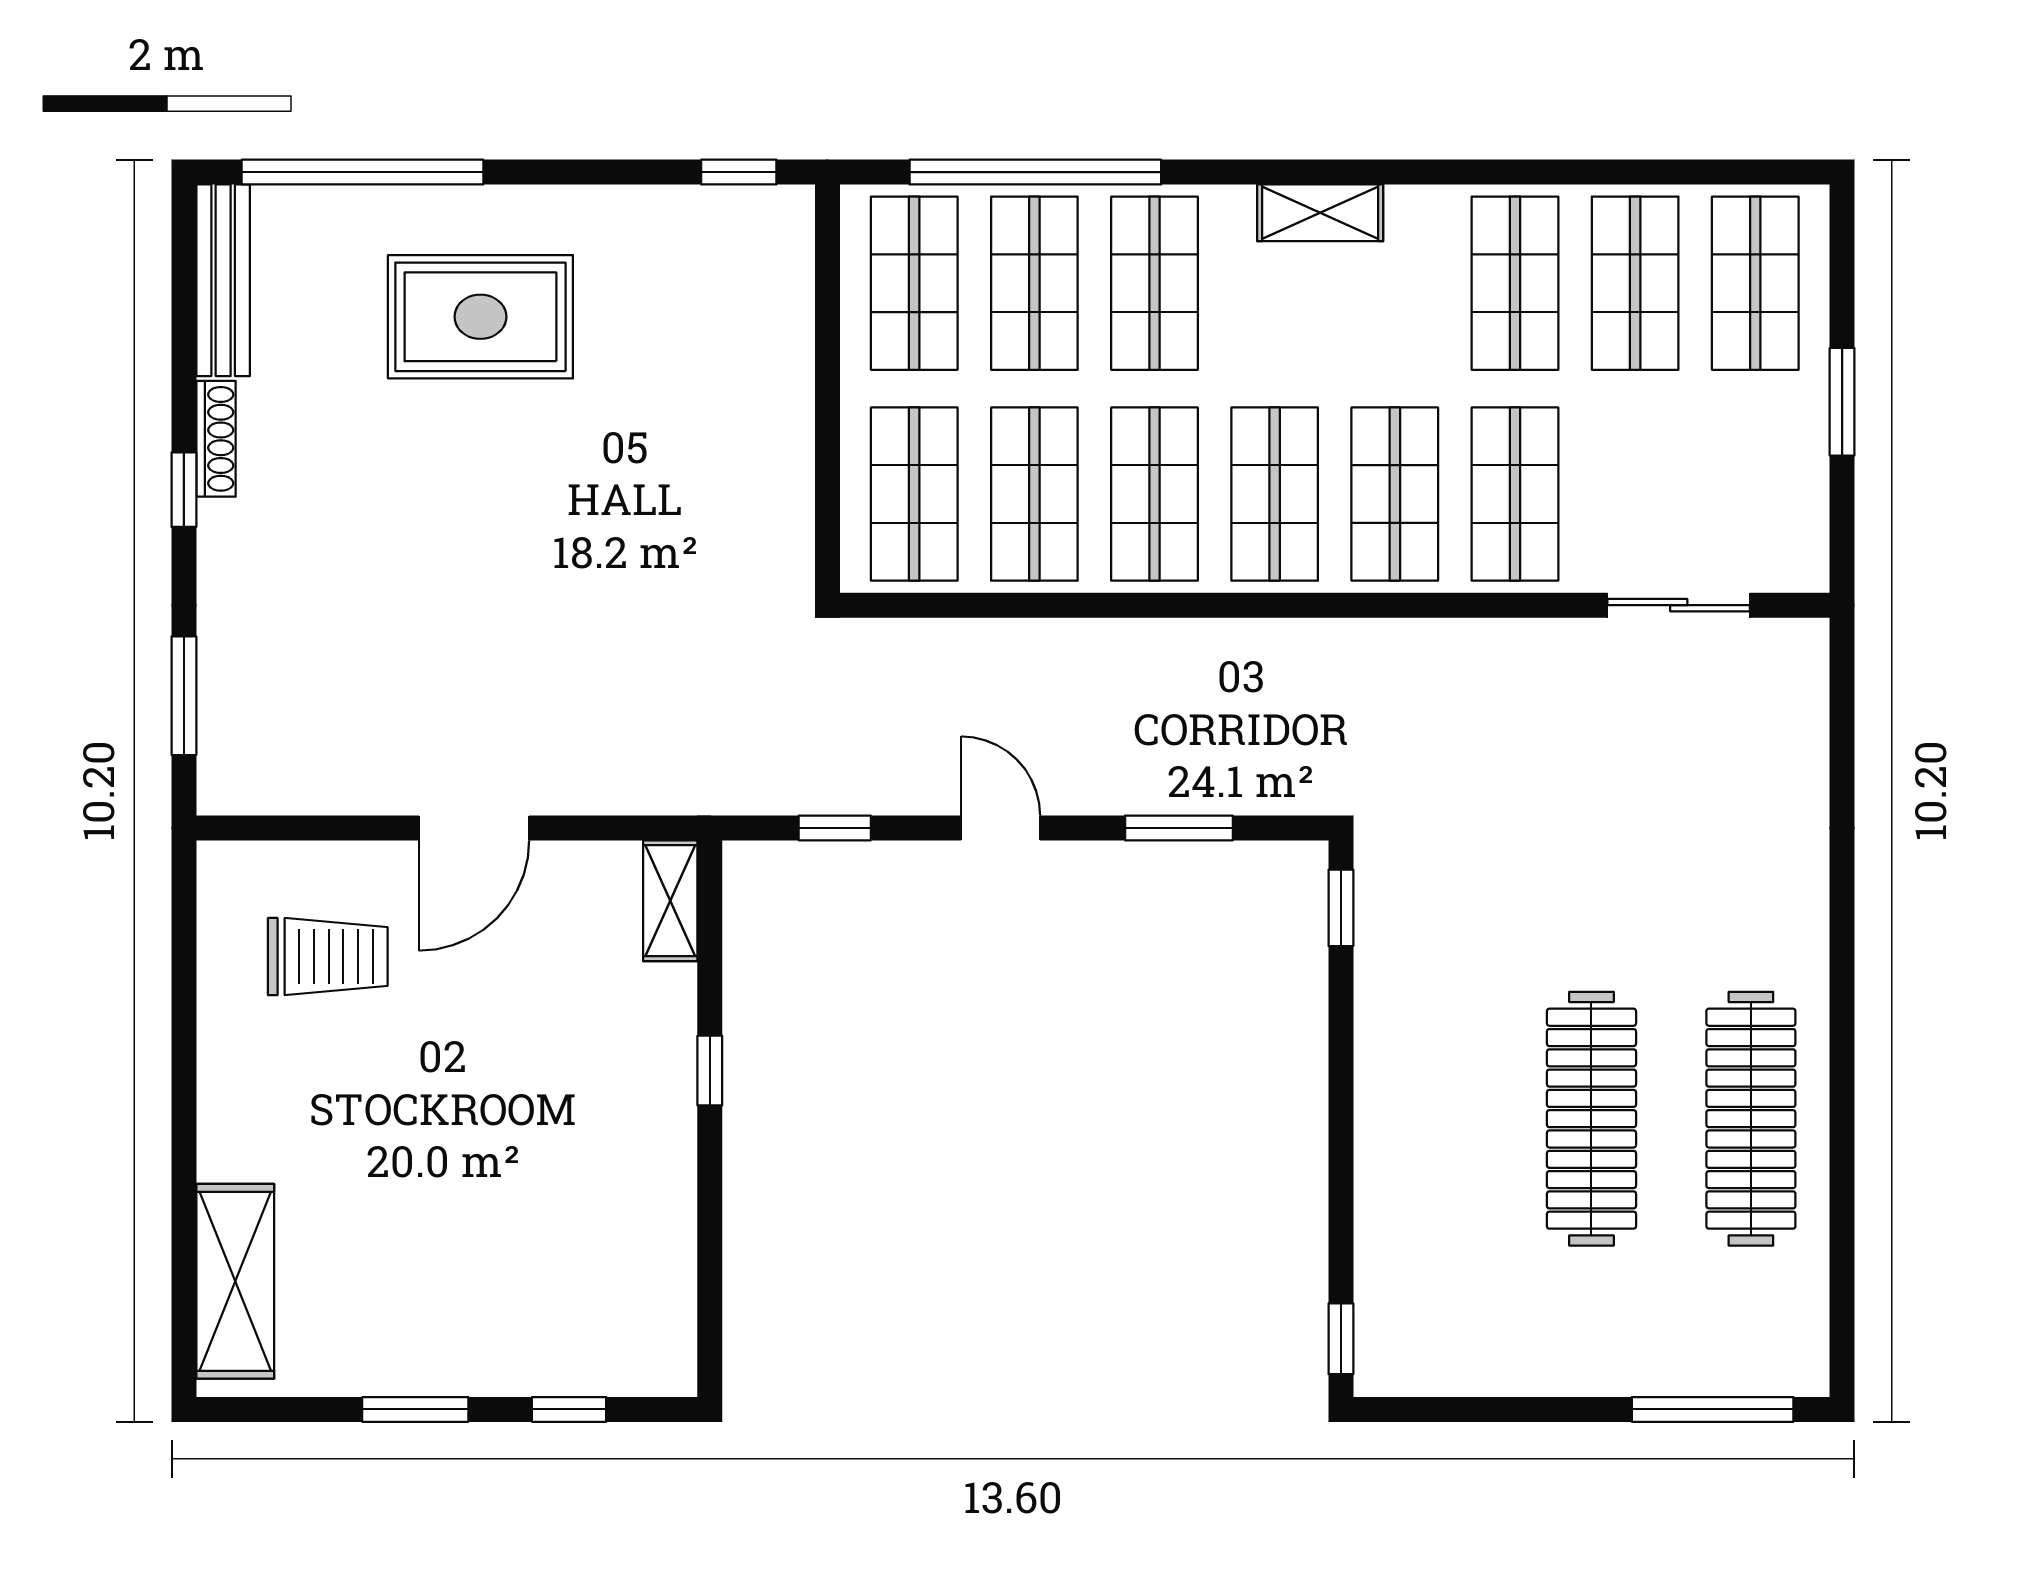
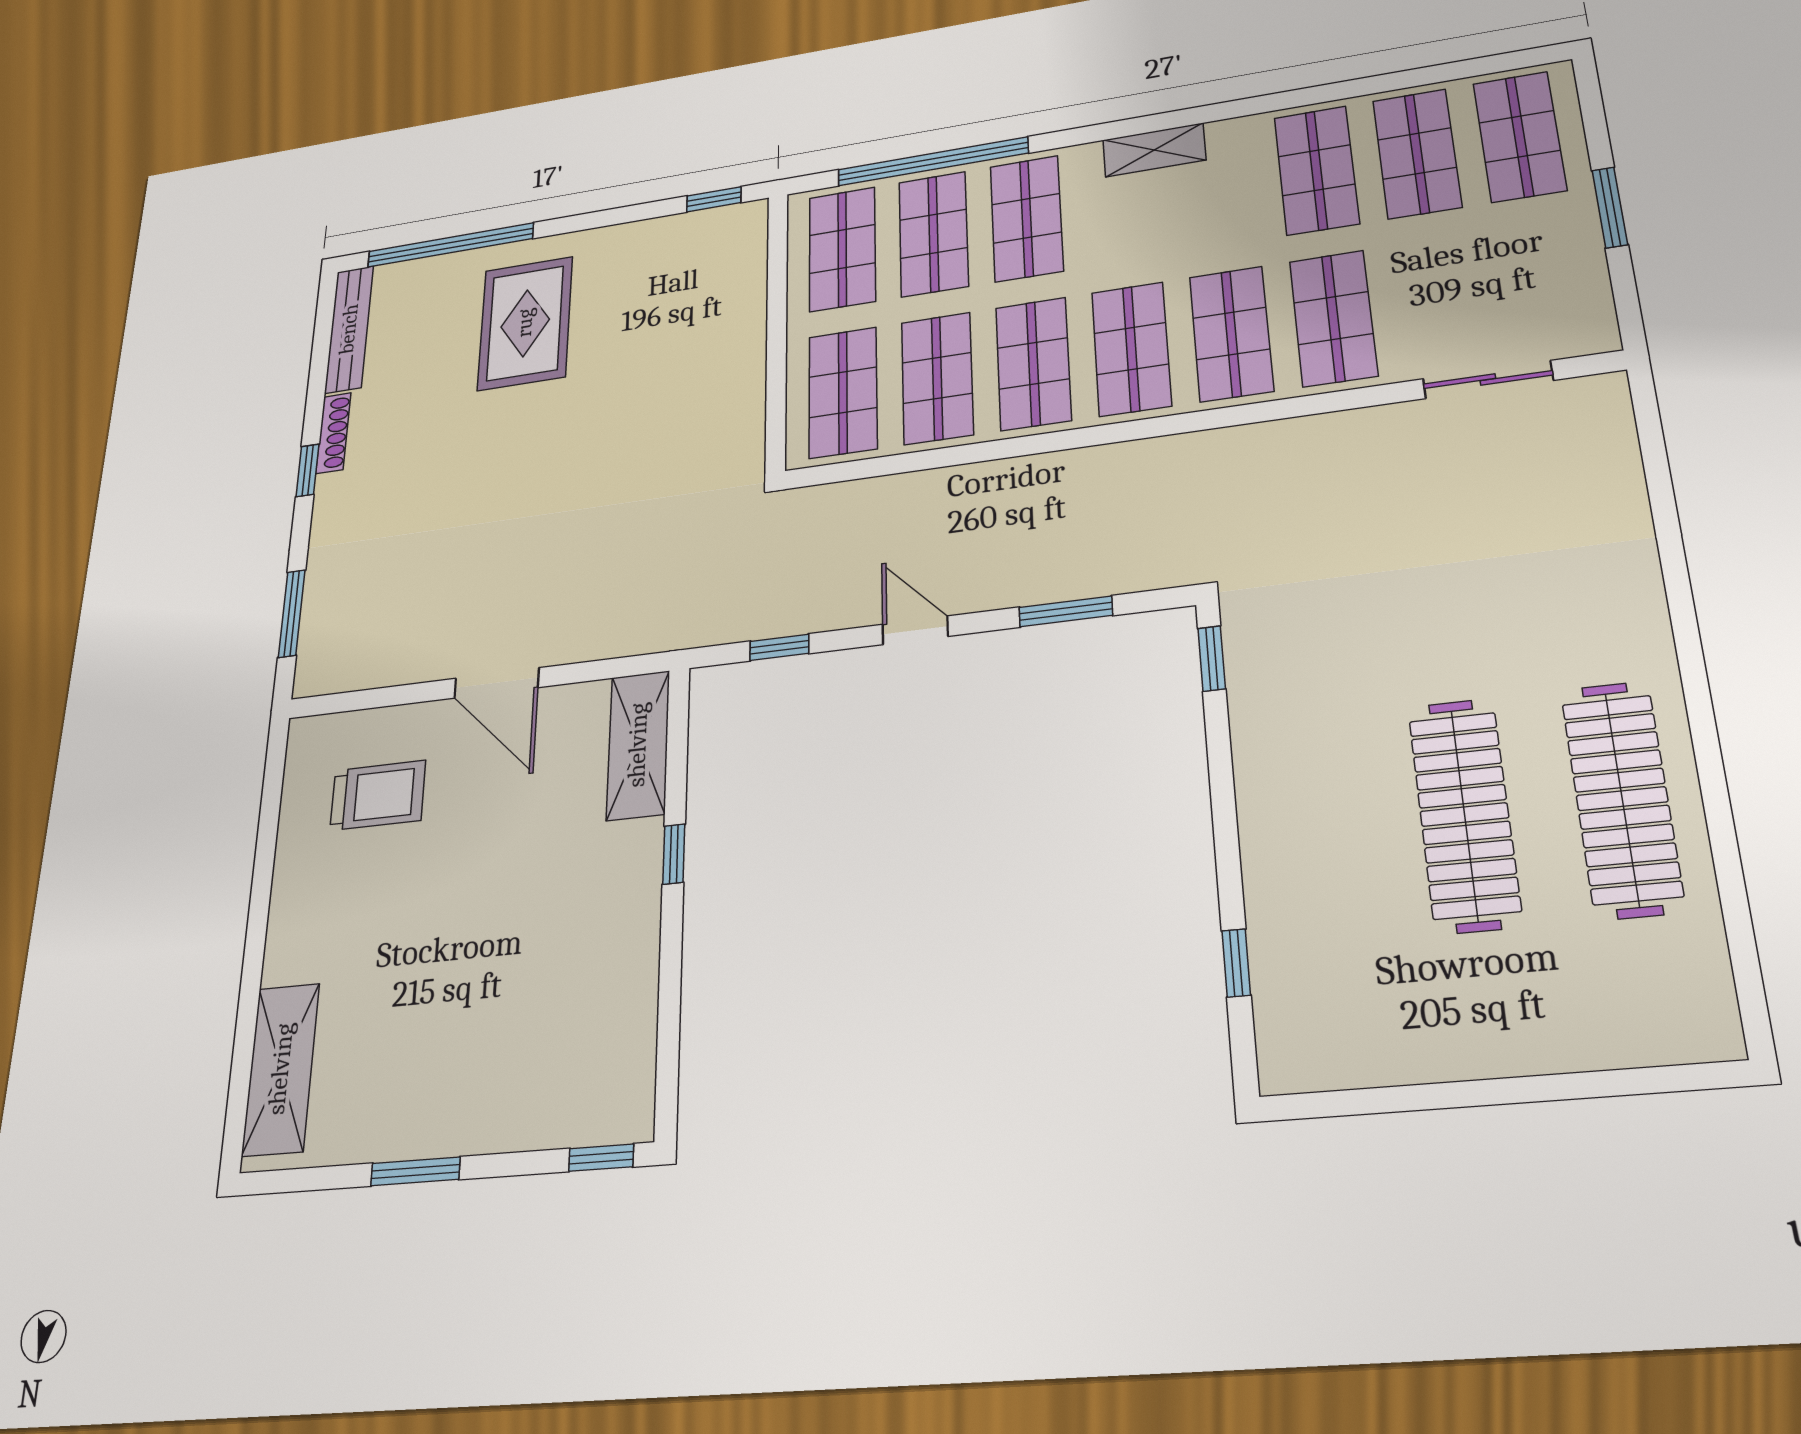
rug: (480, 317) -> (525, 323), turned 90
door: (474, 828) -> (497, 683), hinge flipped
shelving: (670, 901) -> (638, 745), width x1.50, depth x1.33
window: (1341, 1339) -> (1236, 963), moved
window: (569, 1409) -> (601, 1158), moved
window: (1713, 1409) -> (1626, 1082), removed

